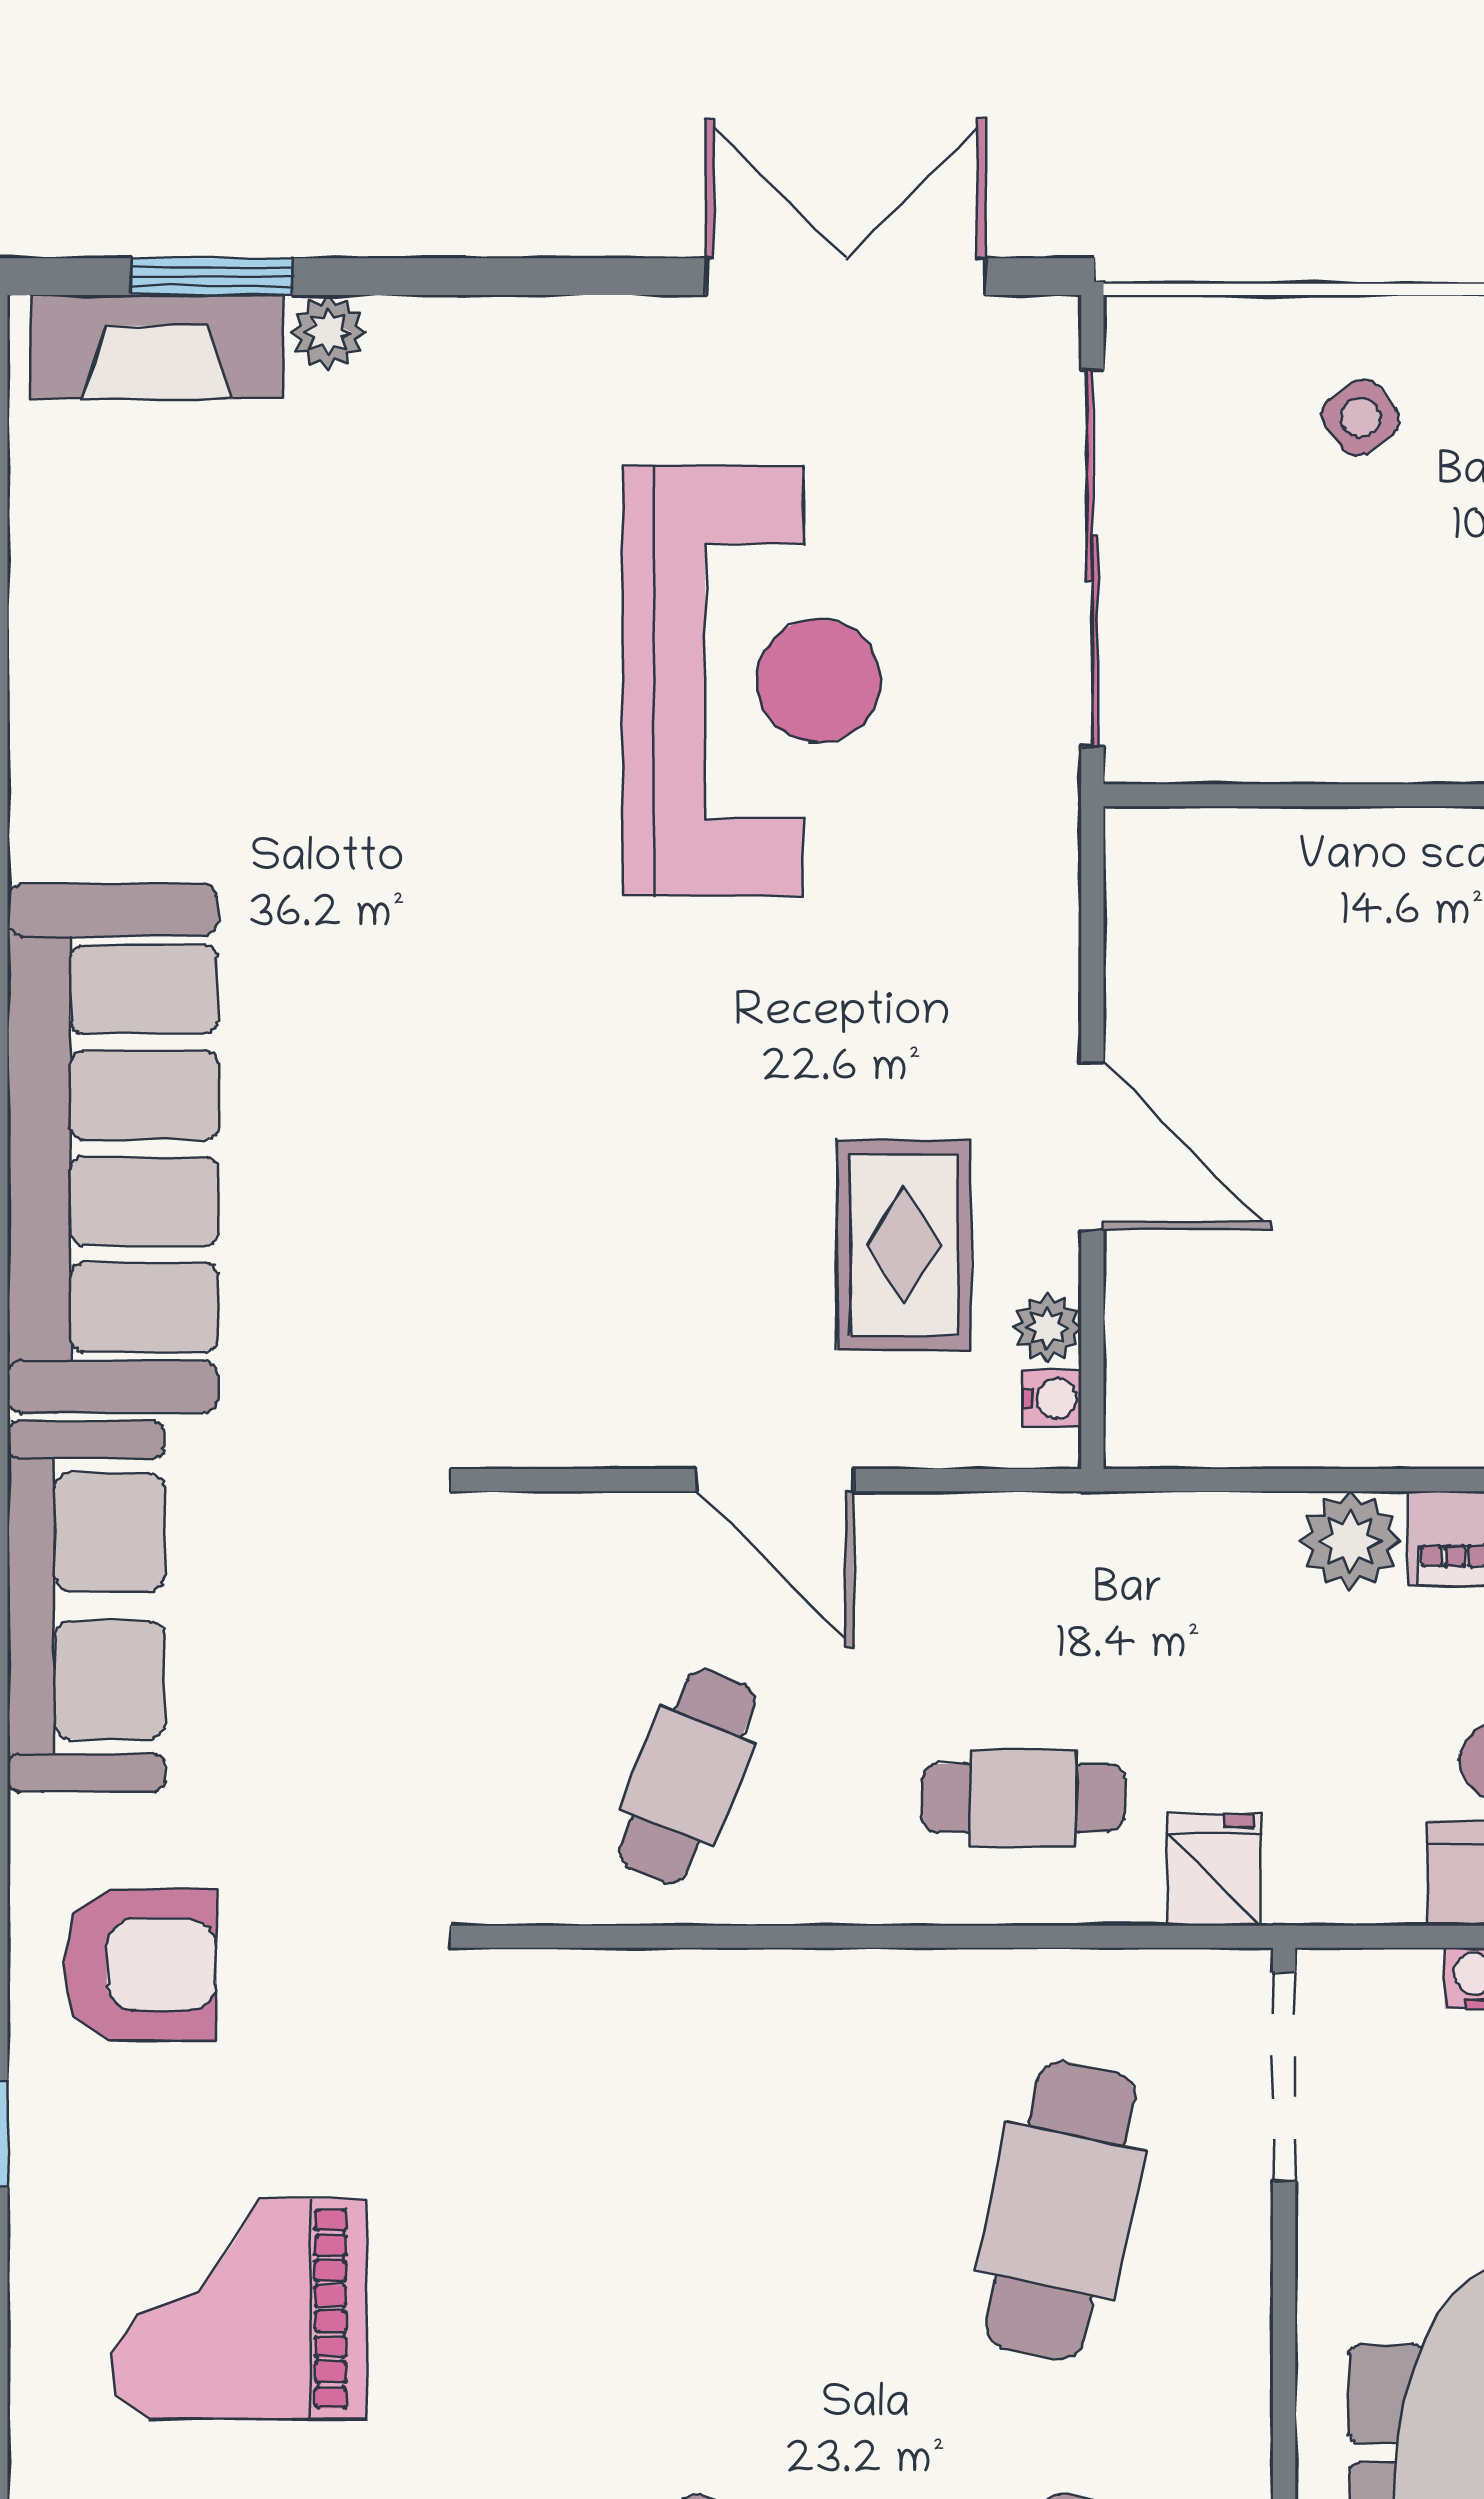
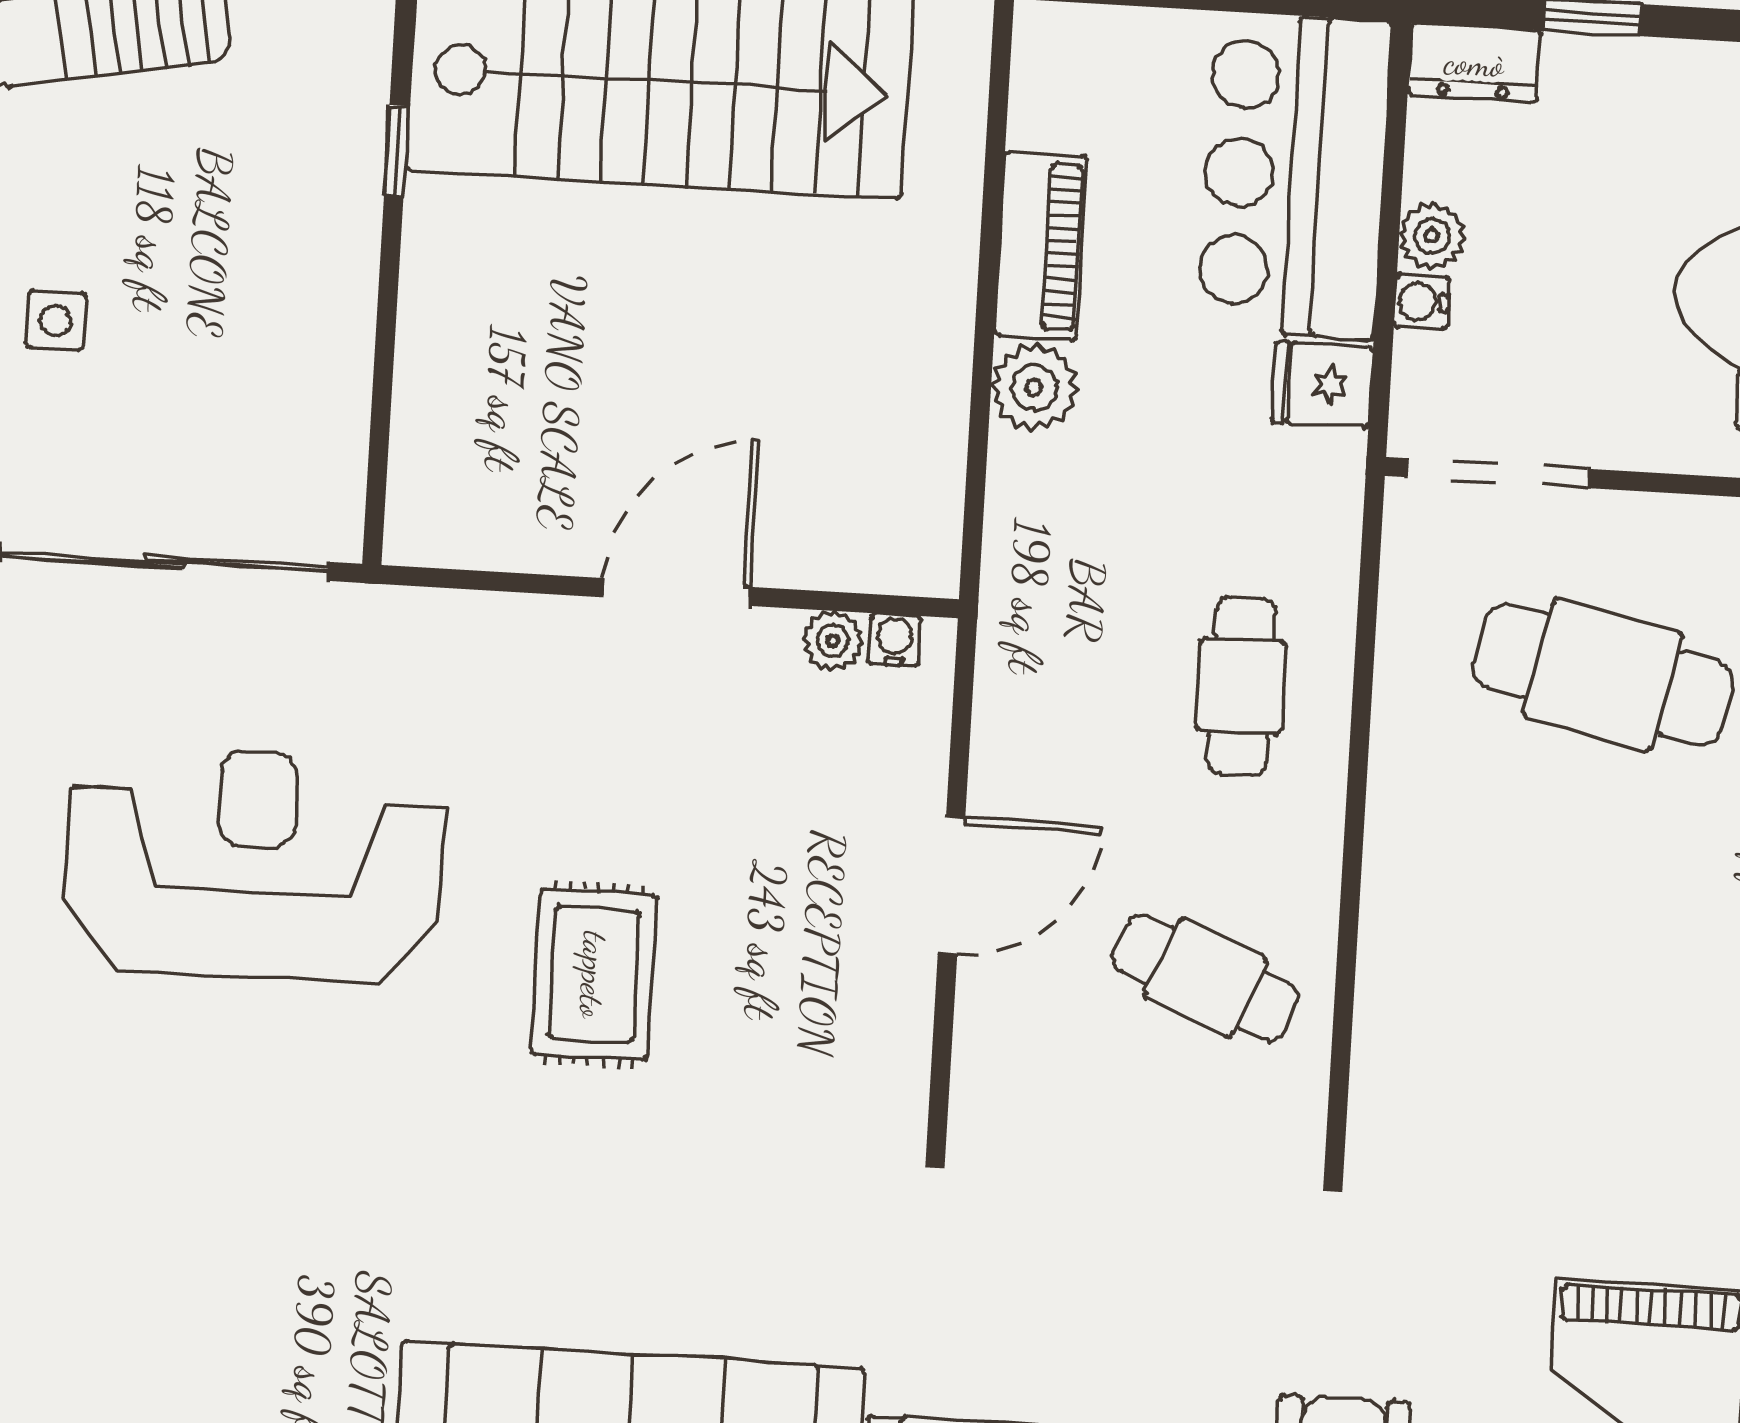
side table: (1361, 417) -> (56, 321), turned 35
rug: (904, 1245) -> (594, 975), moved, turned 90
fridge: (1214, 1870) -> (1322, 385), moved

